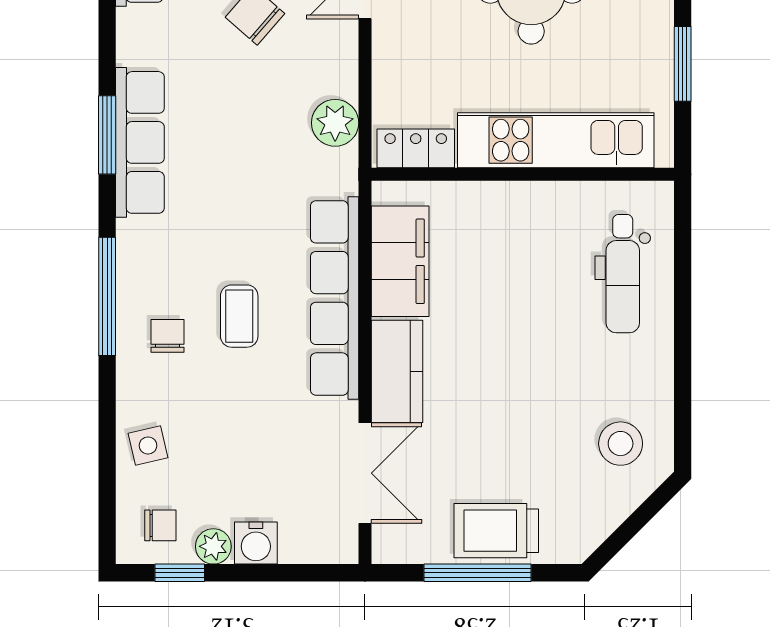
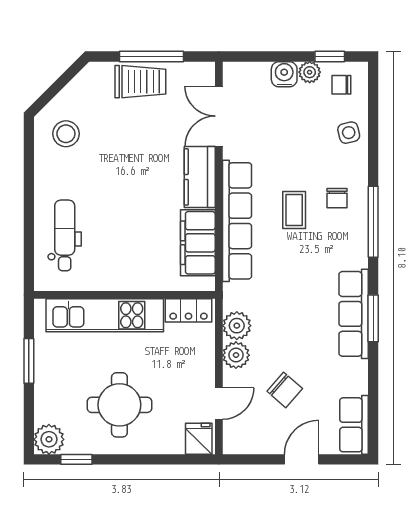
plant: (336, 74) -> (236, 355), added

